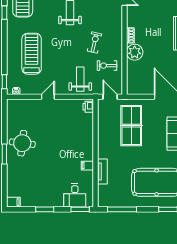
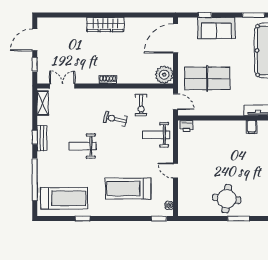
plant: (135, 52) -> (164, 75), moved
door: (110, 97) -> (176, 102), swing flipped

